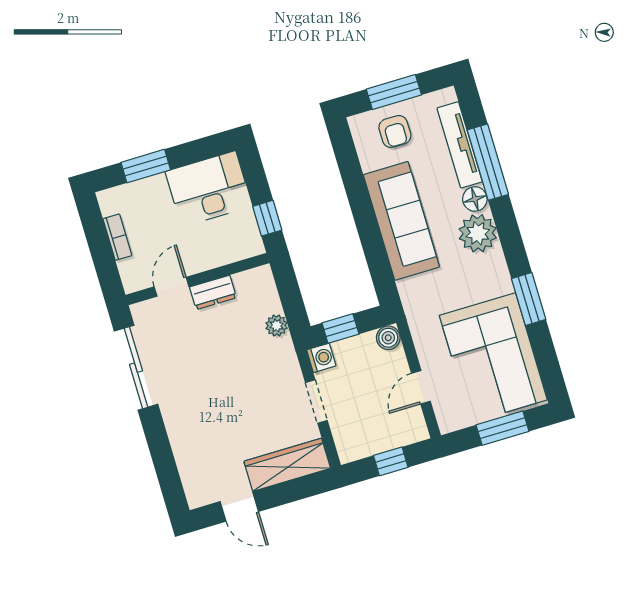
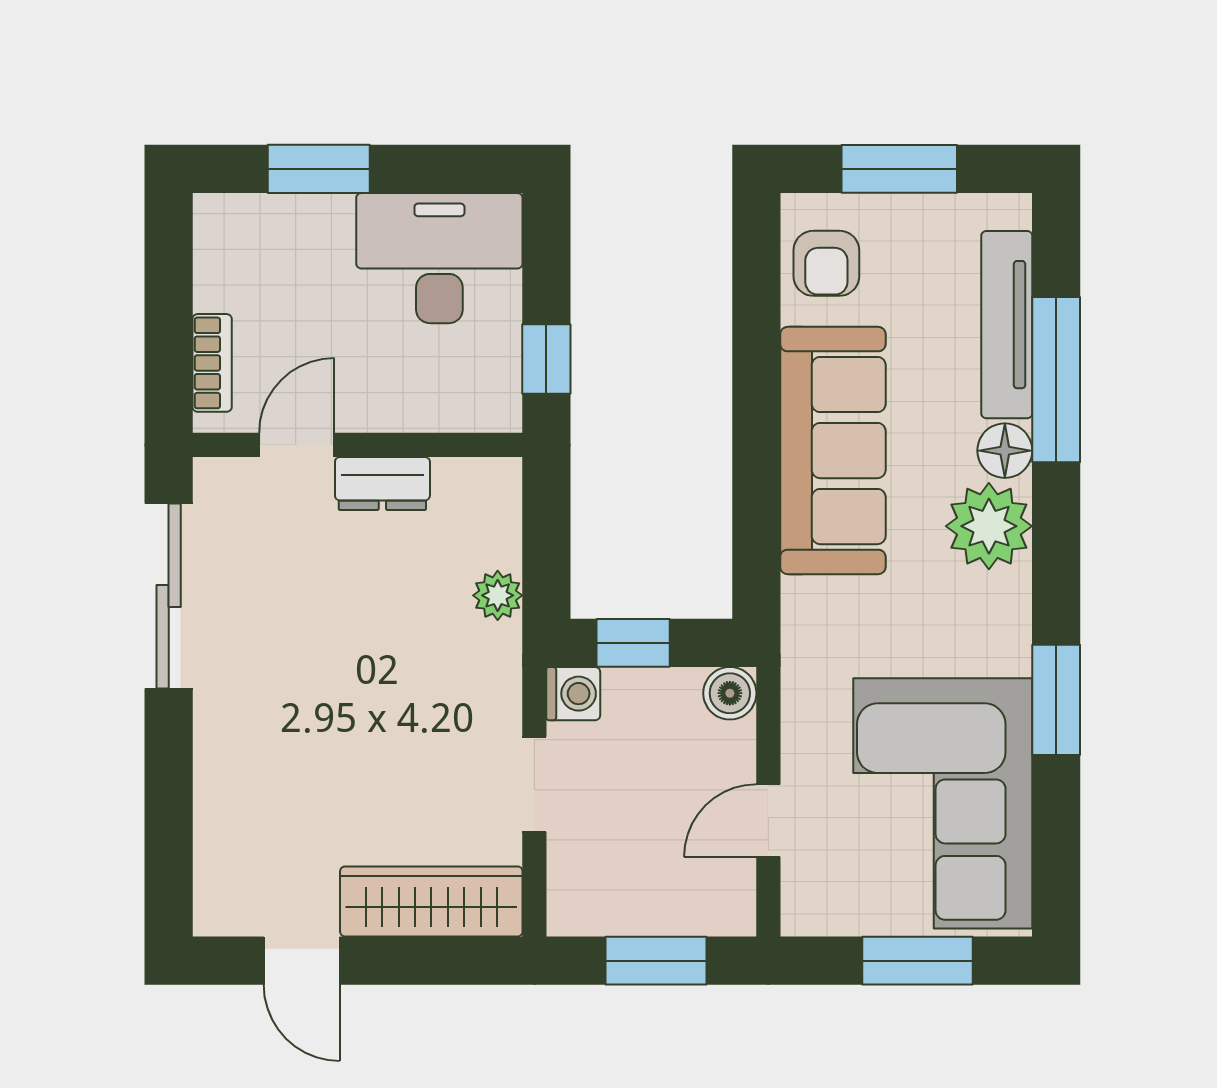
armchair: (395, 131) -> (826, 263), moved
bookcase: (117, 237) -> (212, 363), moved
window: (391, 461) -> (656, 961), width x1.50

